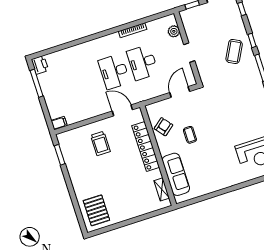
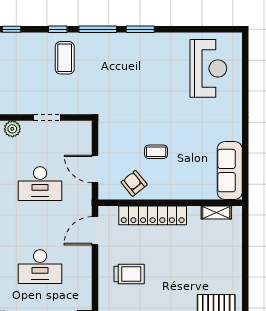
coffee table: (234, 51) -> (65, 58), turned 62
desk: (114, 72) -> (40, 267), moved
door: (180, 92) -> (95, 169), moved
sofa: (176, 174) -> (230, 171), moved, turned -90

